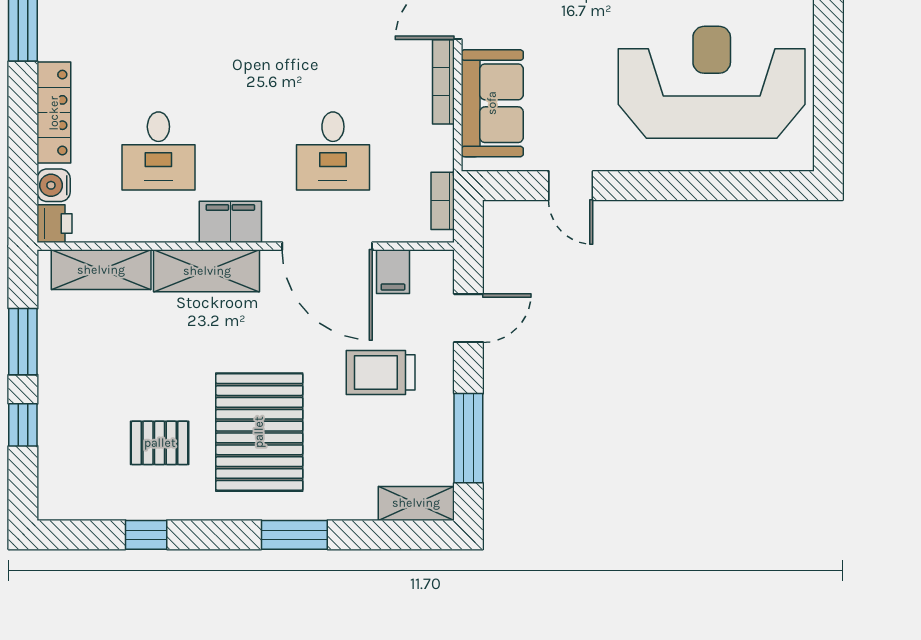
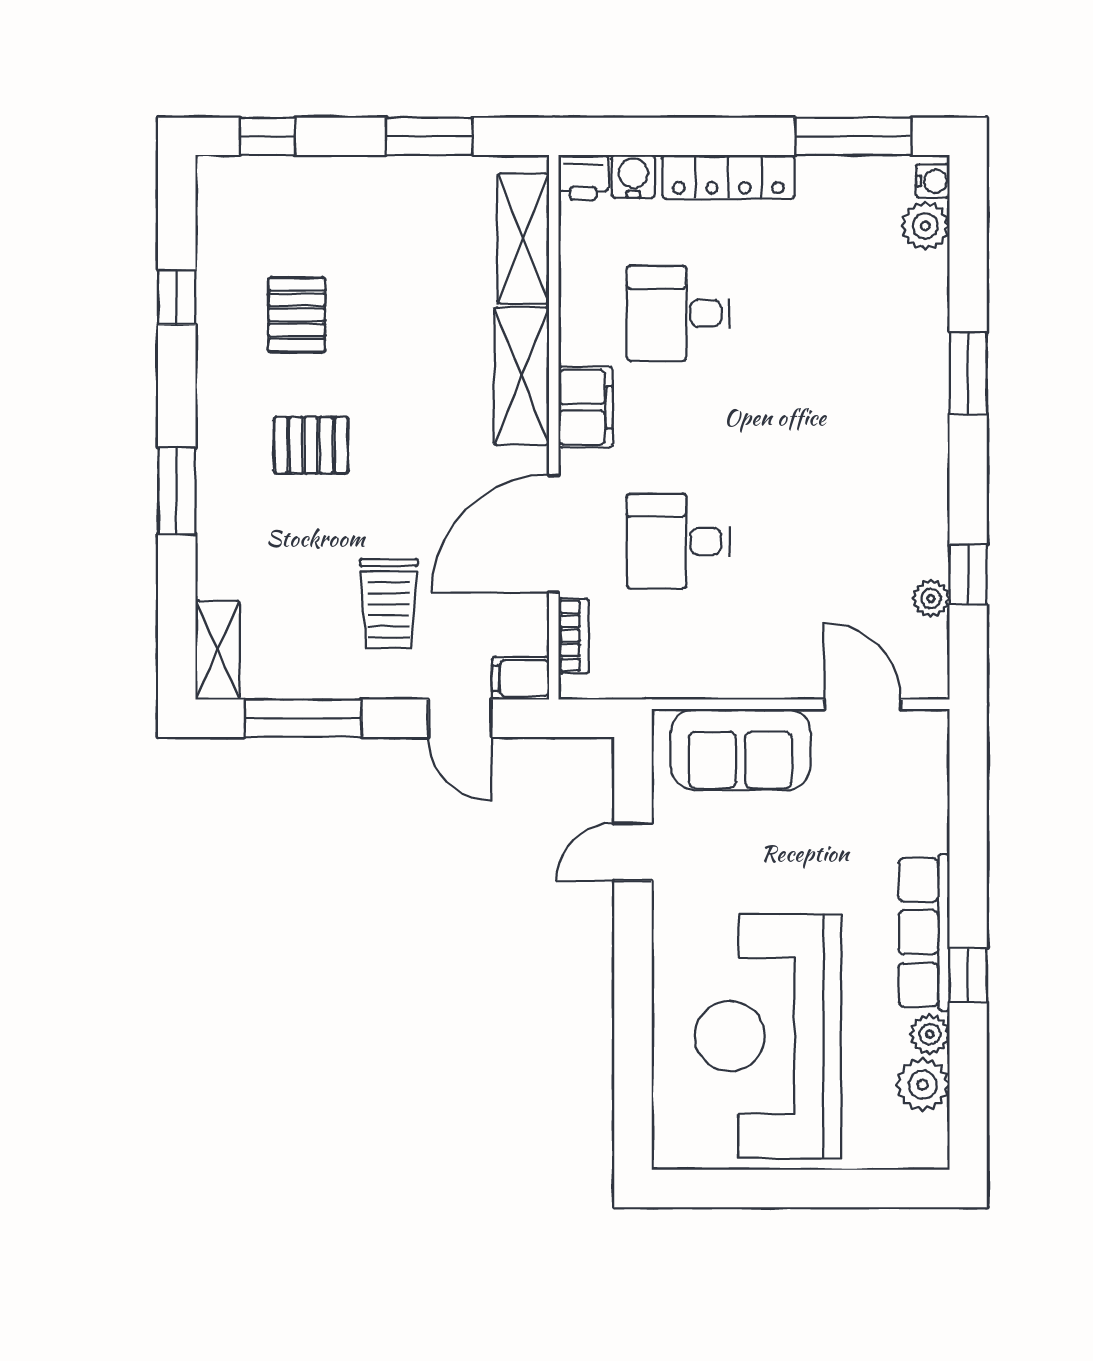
bookcase: (443, 82) -> (768, 686), removed
reception desk: (712, 82) -> (768, 1036), turned 180
bookcase: (443, 201) -> (574, 636), moved, turned 90
filing cabinet: (393, 272) -> (520, 678), moved
trolley: (381, 372) -> (389, 604), turned 180
window: (23, 425) -> (267, 136), moved
pallet: (259, 432) -> (311, 445), width x0.49, depth x0.50

